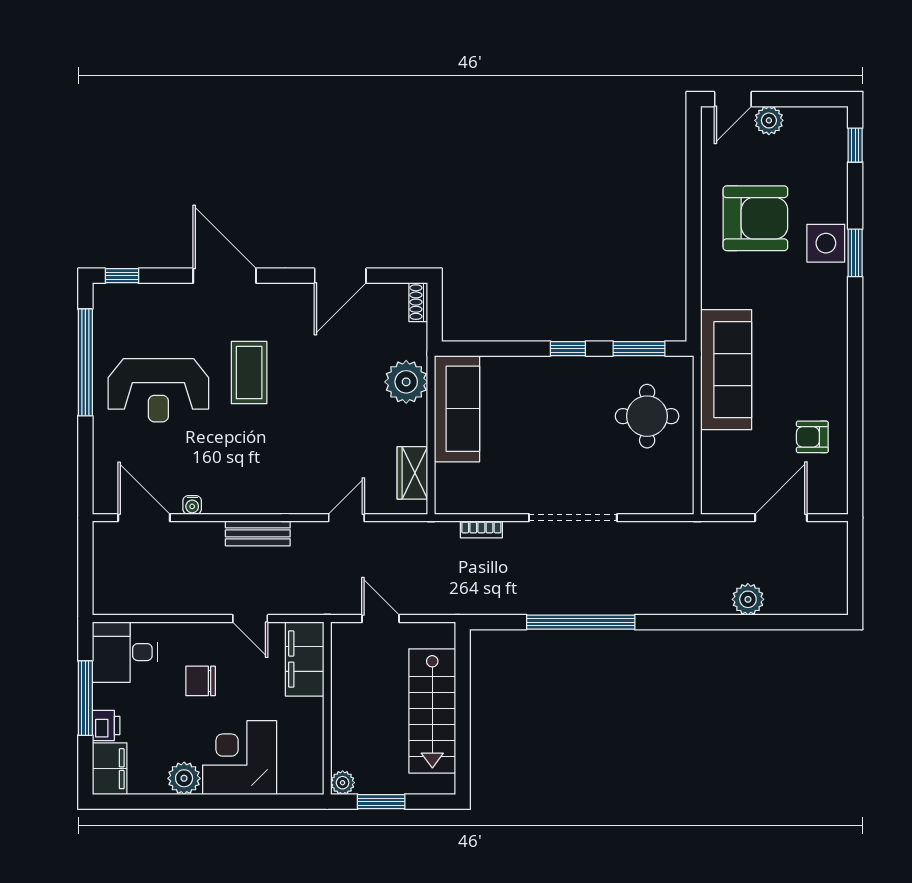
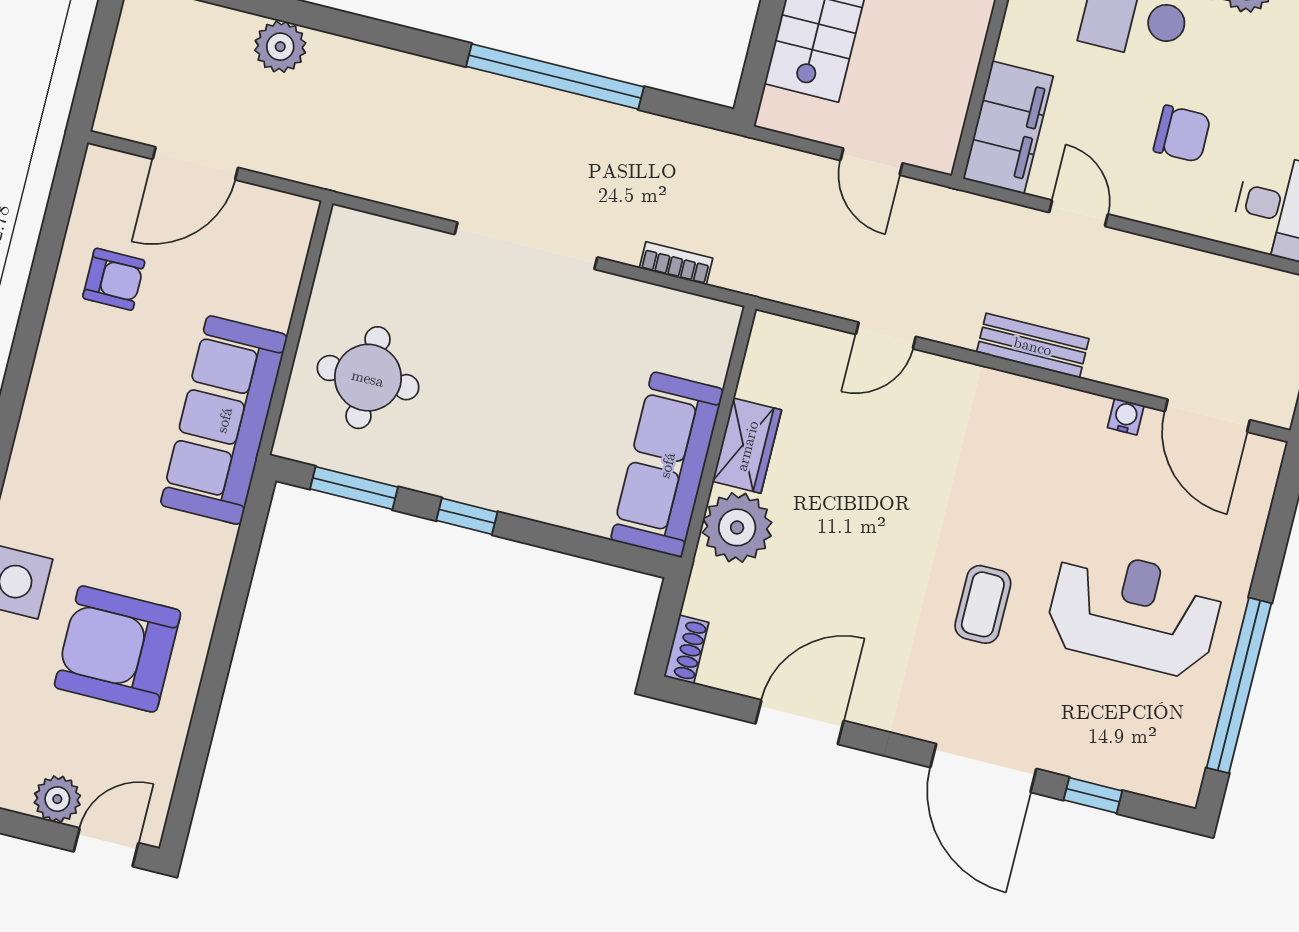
window: (122, 276) -> (1093, 795), moved
coffee table: (249, 373) -> (983, 604), width x0.73, depth x0.77
wardrobe: (412, 473) -> (747, 446), moved

